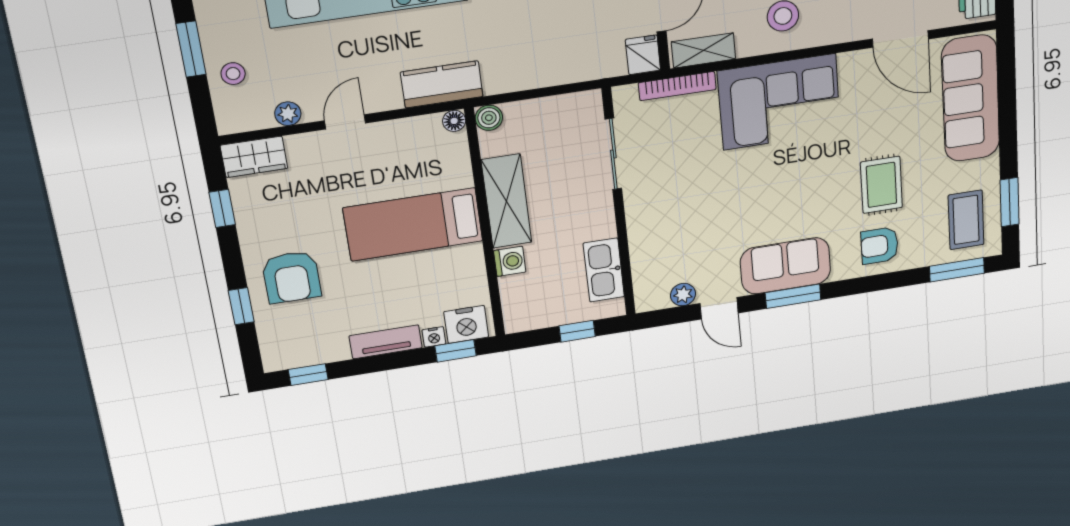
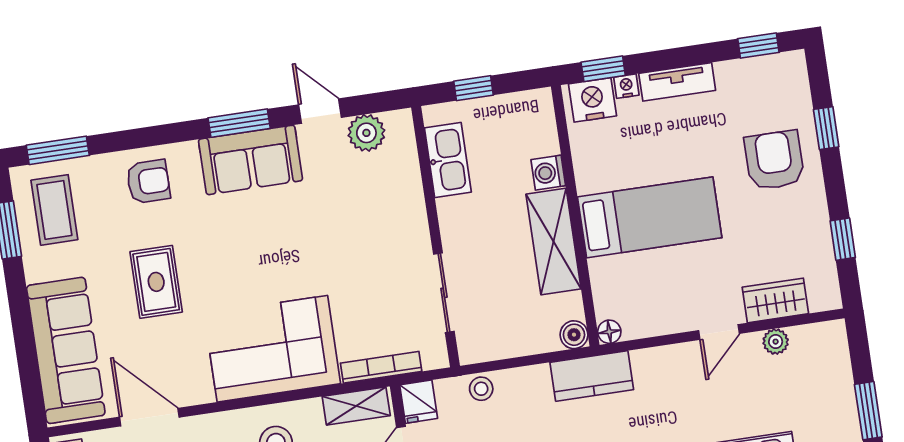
stool: (233, 74) -> (481, 389), moved
kitchen counter: (442, 84) -> (592, 376), moved
wardrobe: (254, 157) -> (775, 300), moved
rug: (881, 185) -> (156, 282), moved
plant: (683, 295) -> (366, 133), width x1.38, depth x1.38

